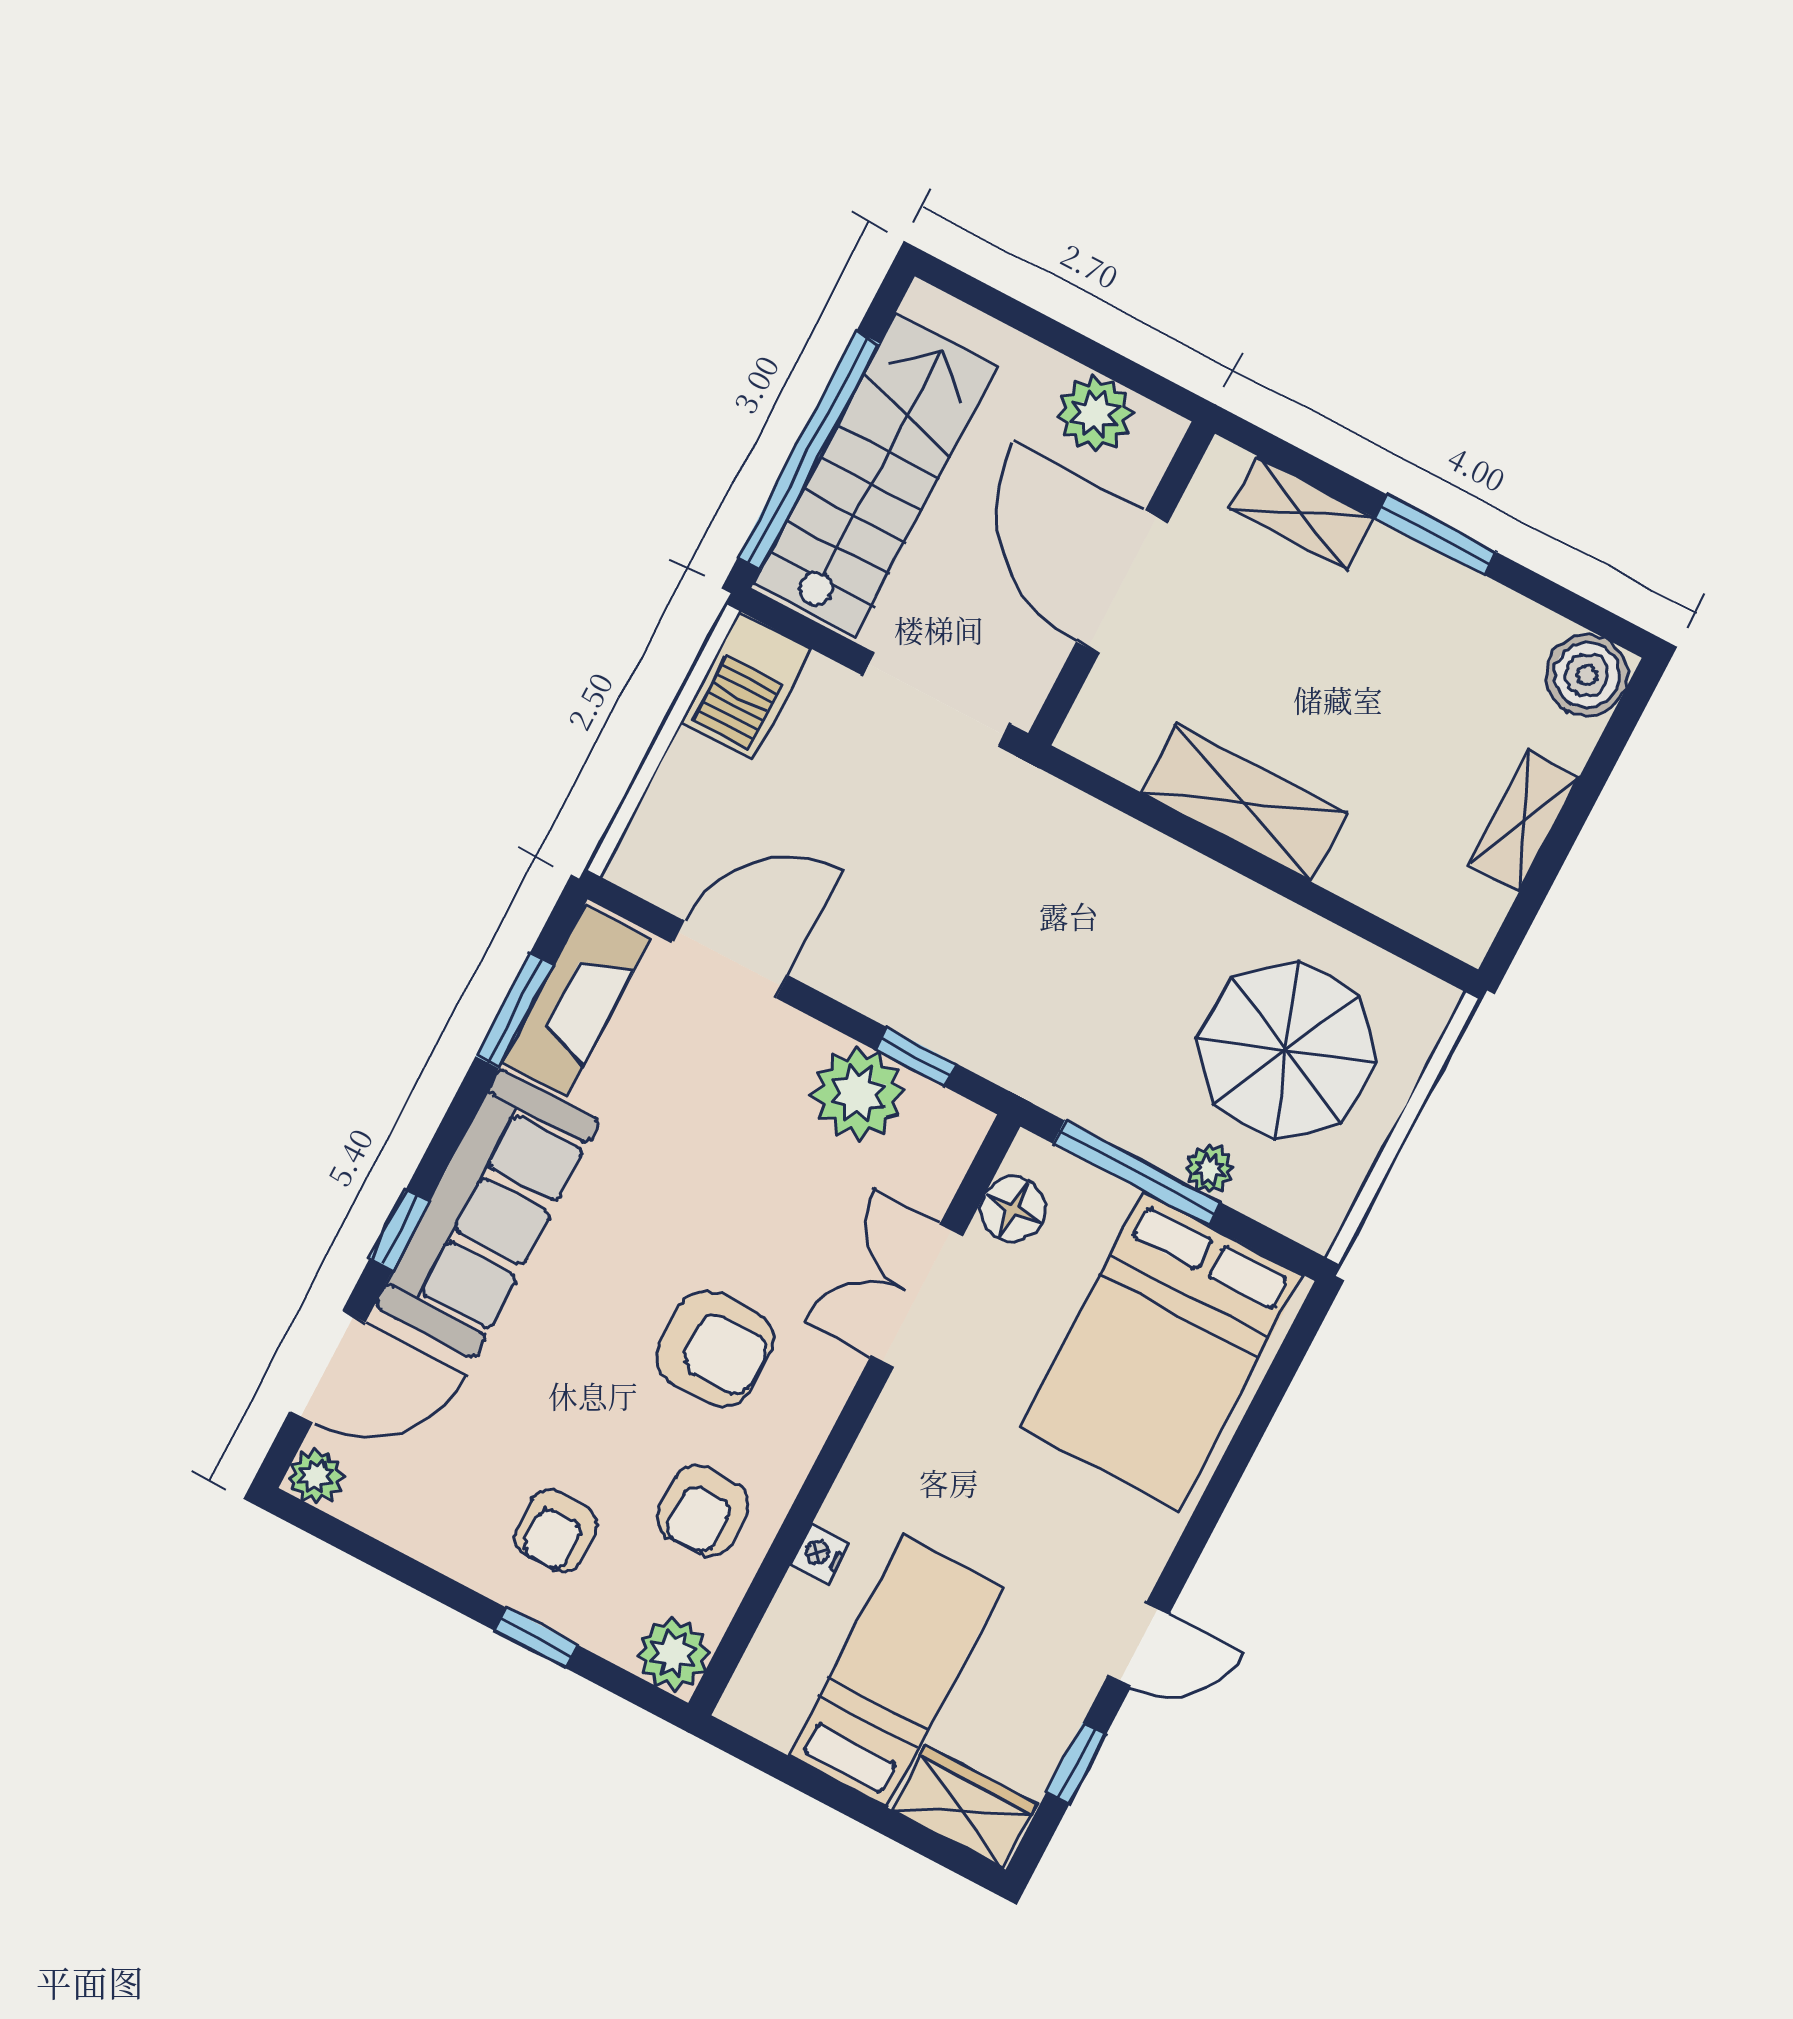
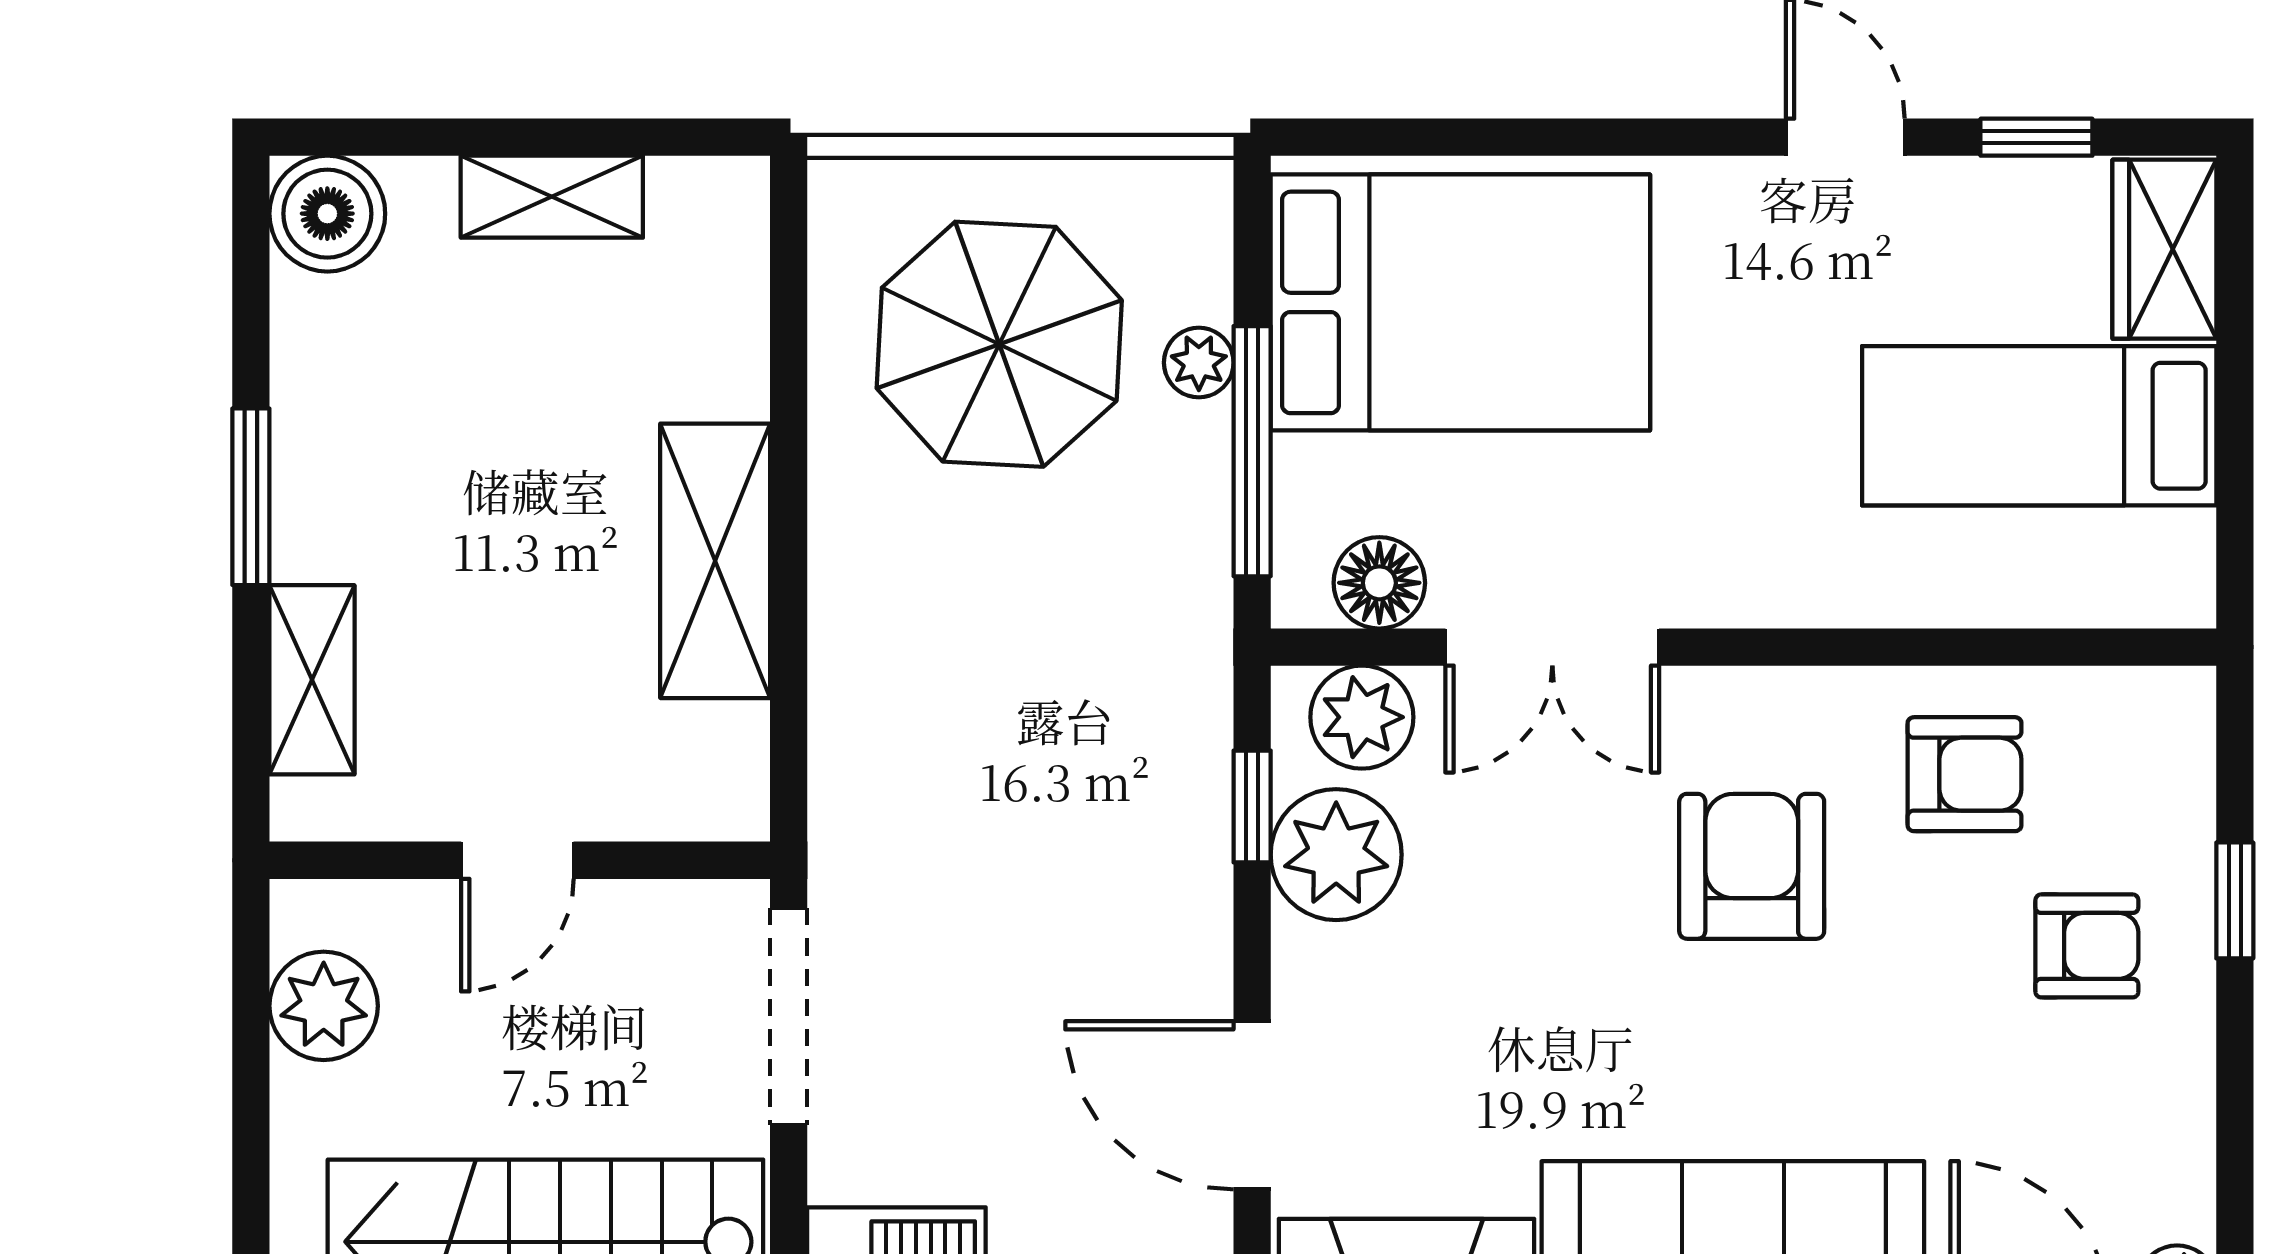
door: (1122, 582) -> (517, 860), width x0.53
nightstand: (820, 1554) -> (1941, 598), removed
plant: (673, 1654) -> (1362, 717), moved

